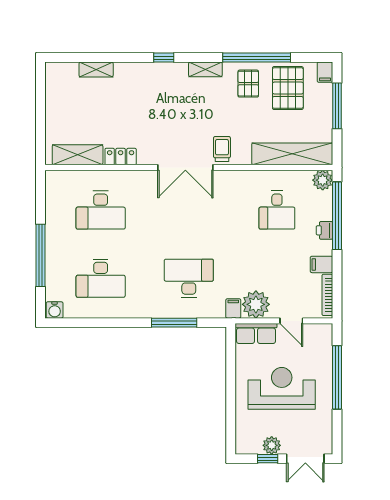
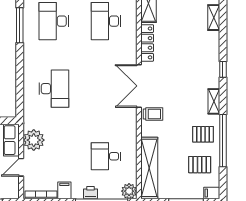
pallet: (288, 88) -> (200, 165), width x0.67, depth x0.71
locker: (121, 157) -> (147, 43), width x1.53
filing cabinet: (233, 308) -> (31, 123), removed
window: (174, 323) -> (20, 25), moved

